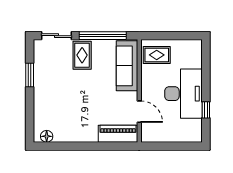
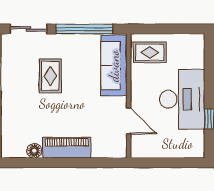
rug: (82, 55) -> (50, 76), moved
piano: (118, 134) -> (67, 148), moved
floor lamp: (47, 136) -> (34, 151), moved

